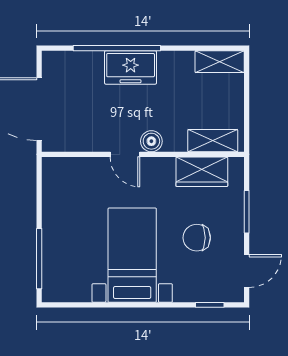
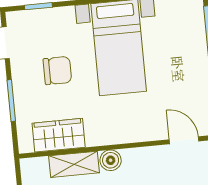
shelving: (213, 141) -> (74, 164), moved
door: (125, 154) -> (184, 140), moved

